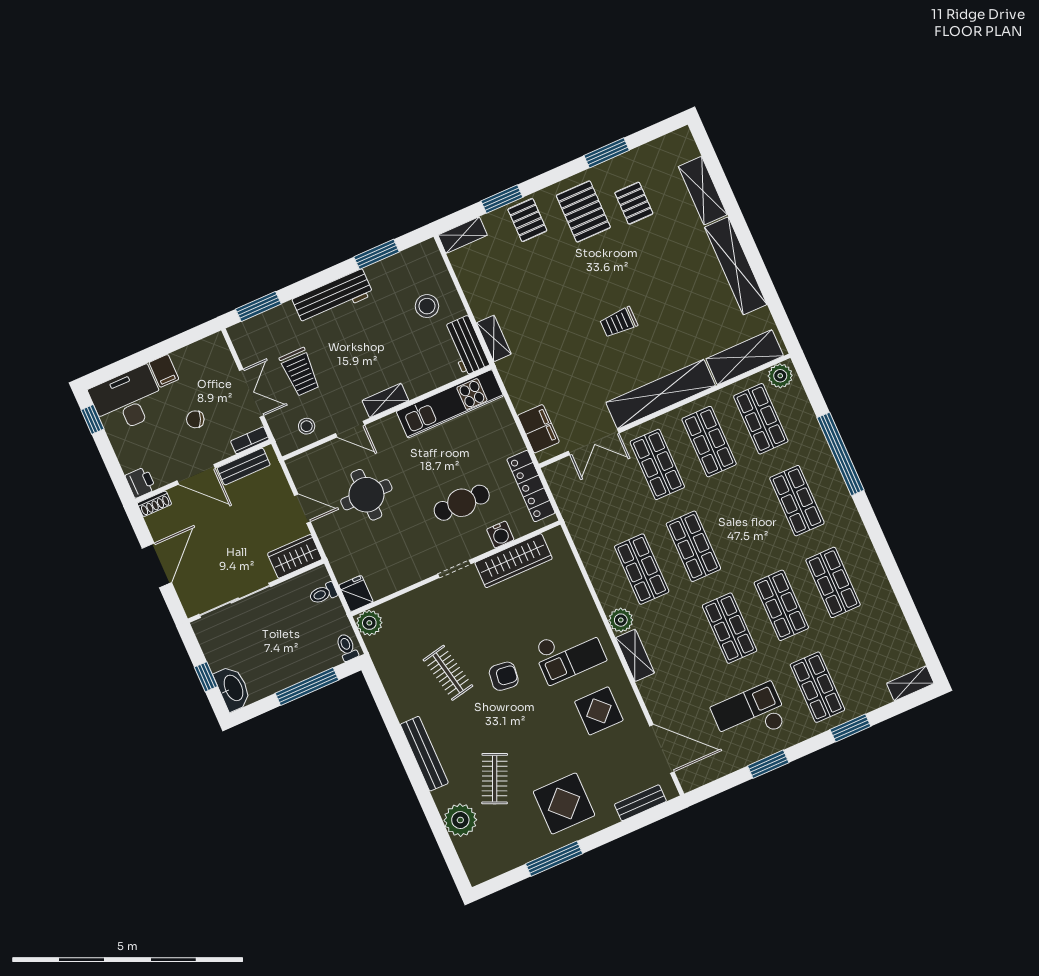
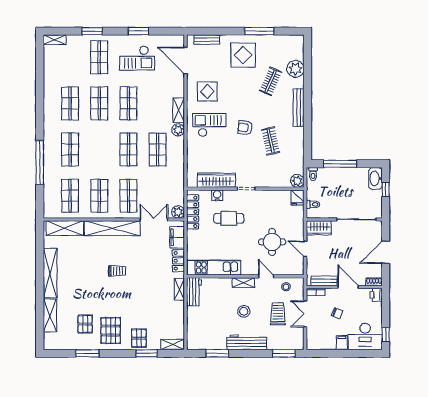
stool: (427, 306) -> (244, 311), moved
plant: (780, 376) -> (178, 212), moved
locker: (518, 388) -> (178, 261), added

